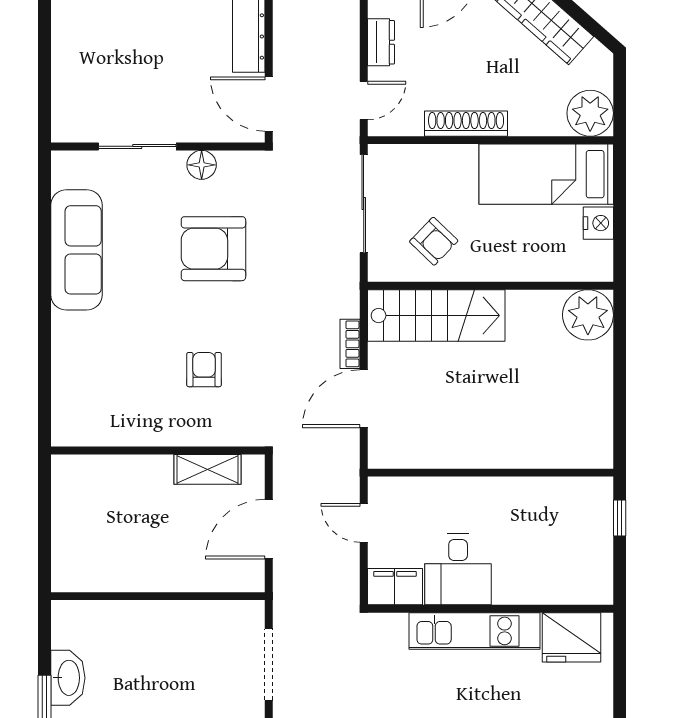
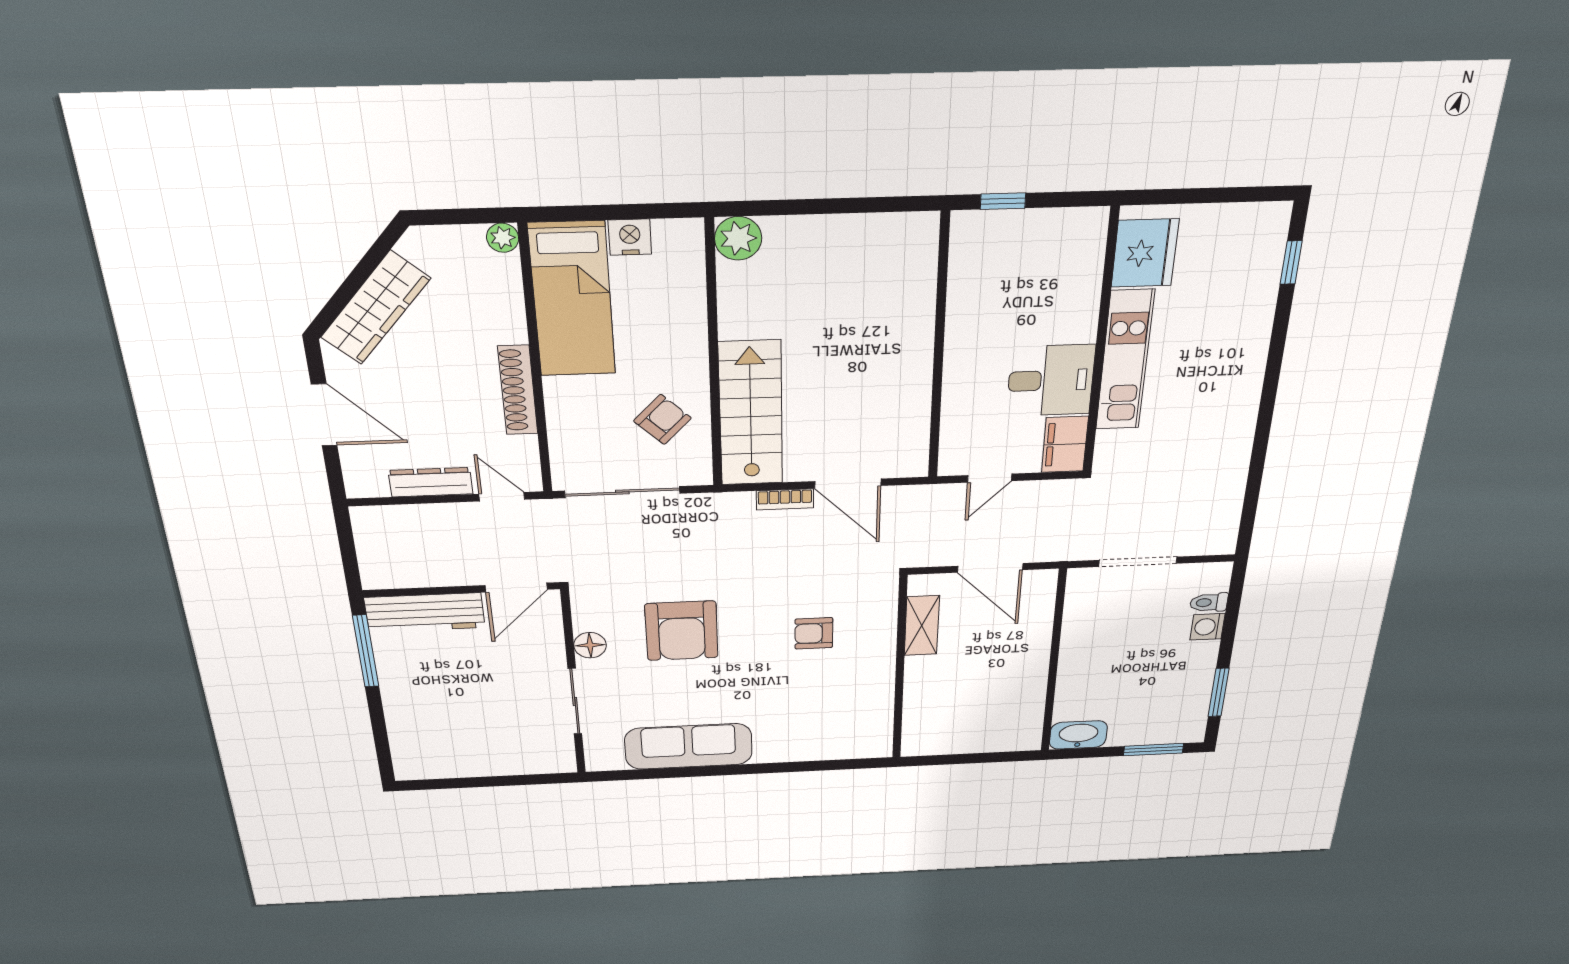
dresser: (381, 42) -> (431, 482), width x1.44
plant: (590, 113) -> (503, 238), width x0.53, depth x0.53
plant: (588, 315) -> (738, 238), width x0.73, depth x0.73
washbasin: (68, 678) -> (1078, 735), moved

